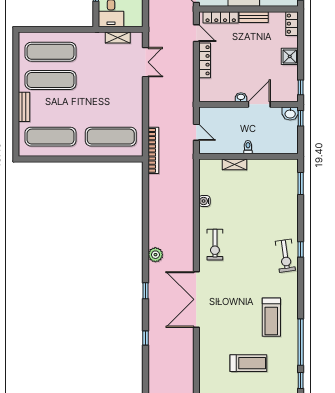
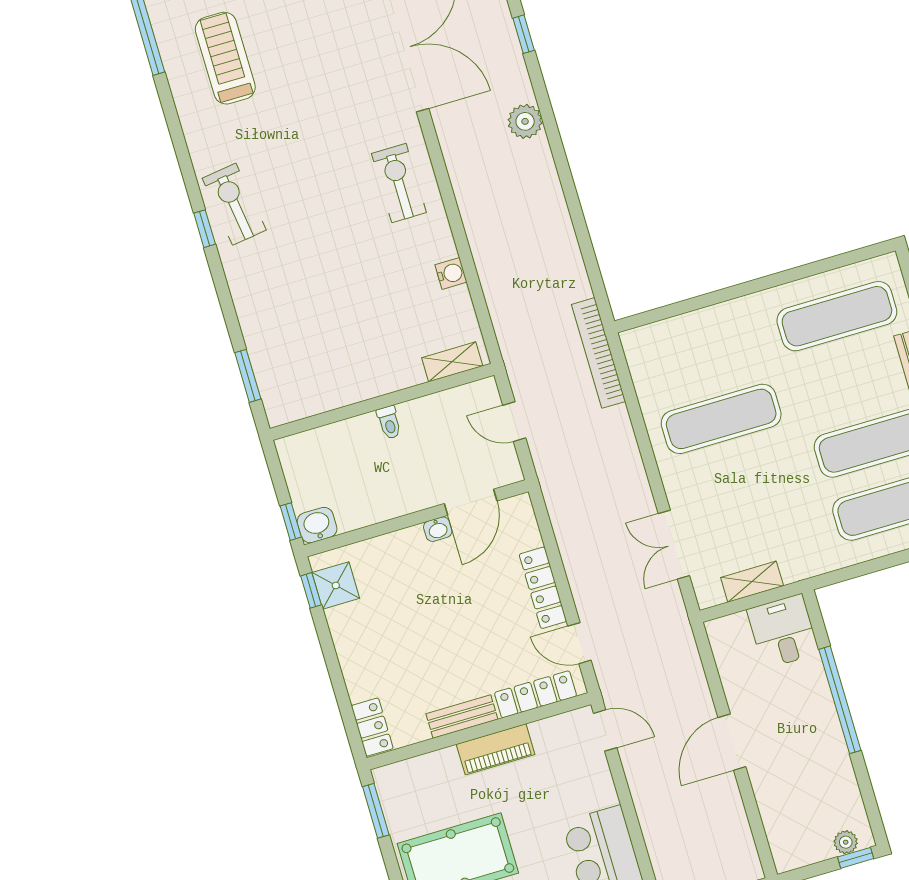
shower: (290, 56) -> (336, 585), moved
door: (259, 104) -> (471, 502), moved
exercise mat: (111, 137) -> (721, 419), moved
shelving: (234, 164) -> (452, 362), moved

